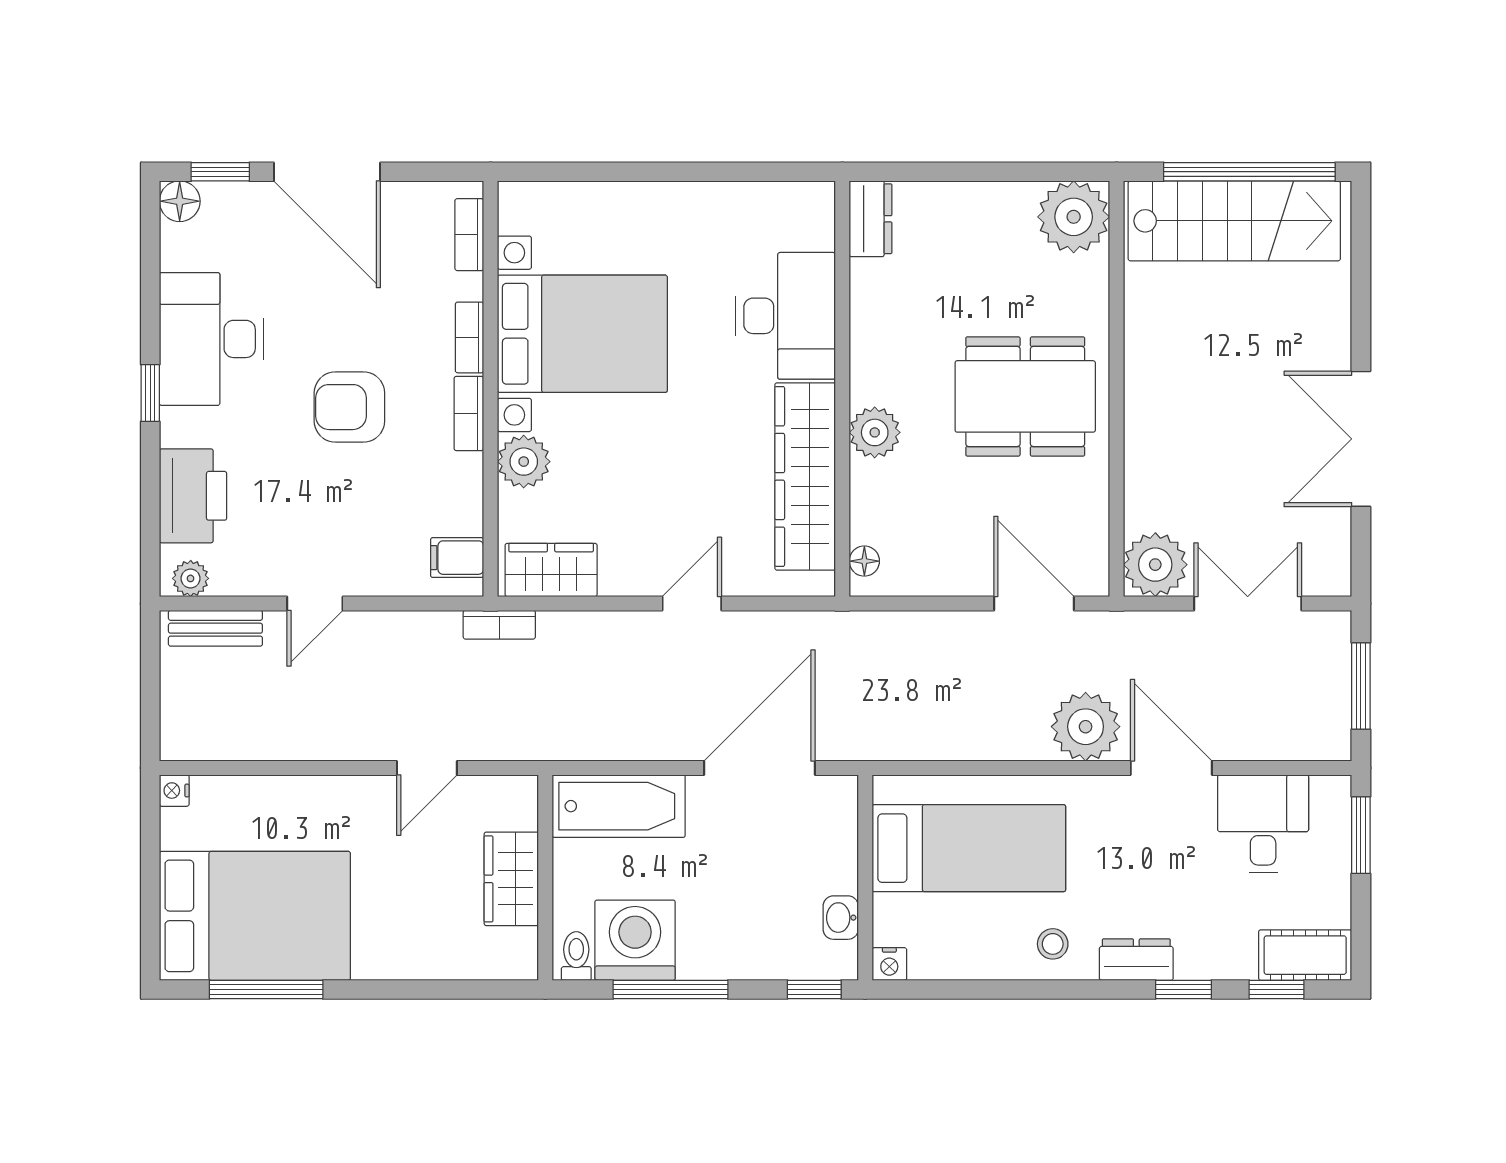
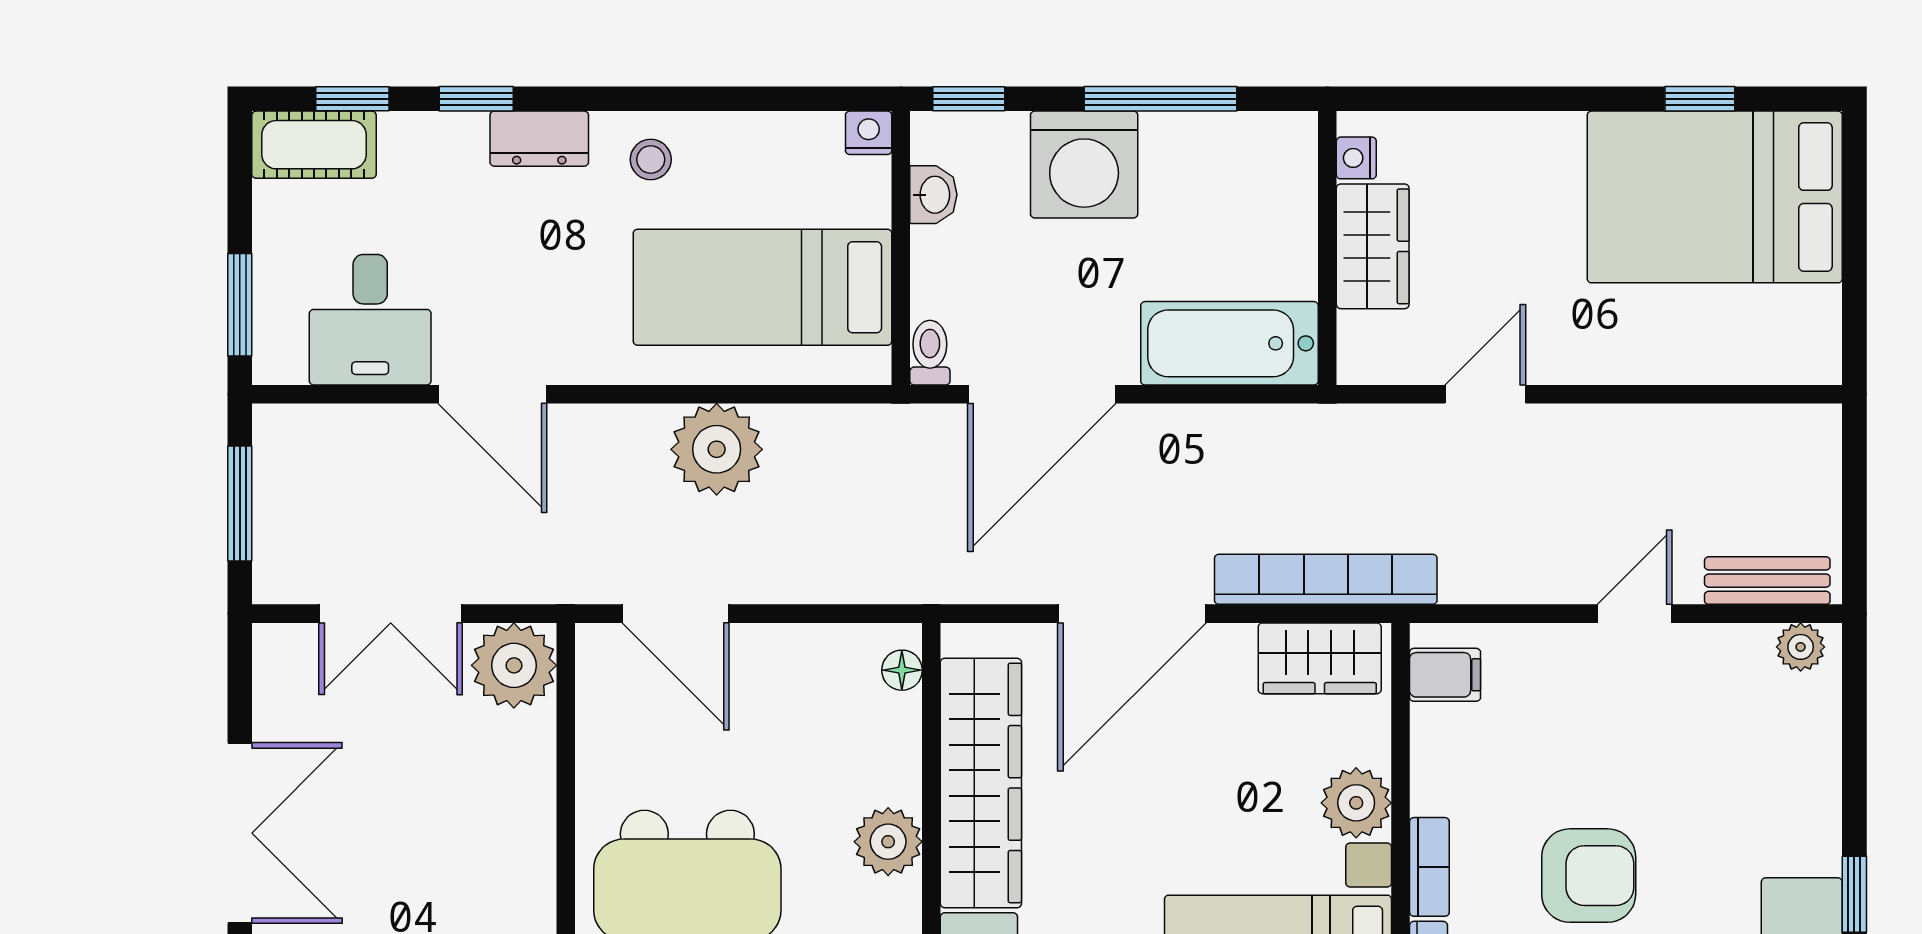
printer: (193, 496) -> (1797, 757), removed
door: (692, 603) -> (1132, 614), width x1.88
bookcase: (499, 625) -> (1326, 579), width x2.31, depth x1.31
plant: (1086, 727) -> (717, 449), moved
nightstand: (174, 791) -> (1356, 158), moved, turned 180
washing machine: (635, 940) -> (1084, 165), moved
toilet: (576, 956) -> (930, 353), moved, turned 180
window: (266, 989) -> (1700, 99), width x0.46

